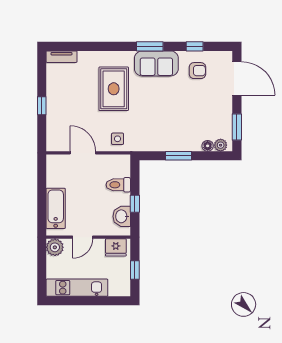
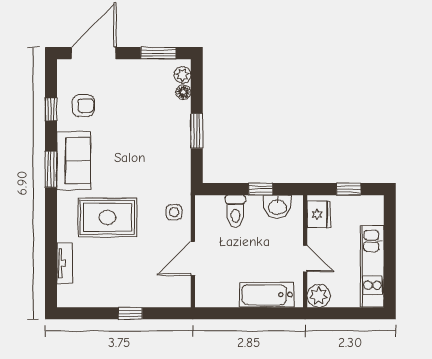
tv unit: (61, 57) -> (65, 263), moved
armchair: (197, 71) -> (83, 106), turned 90

